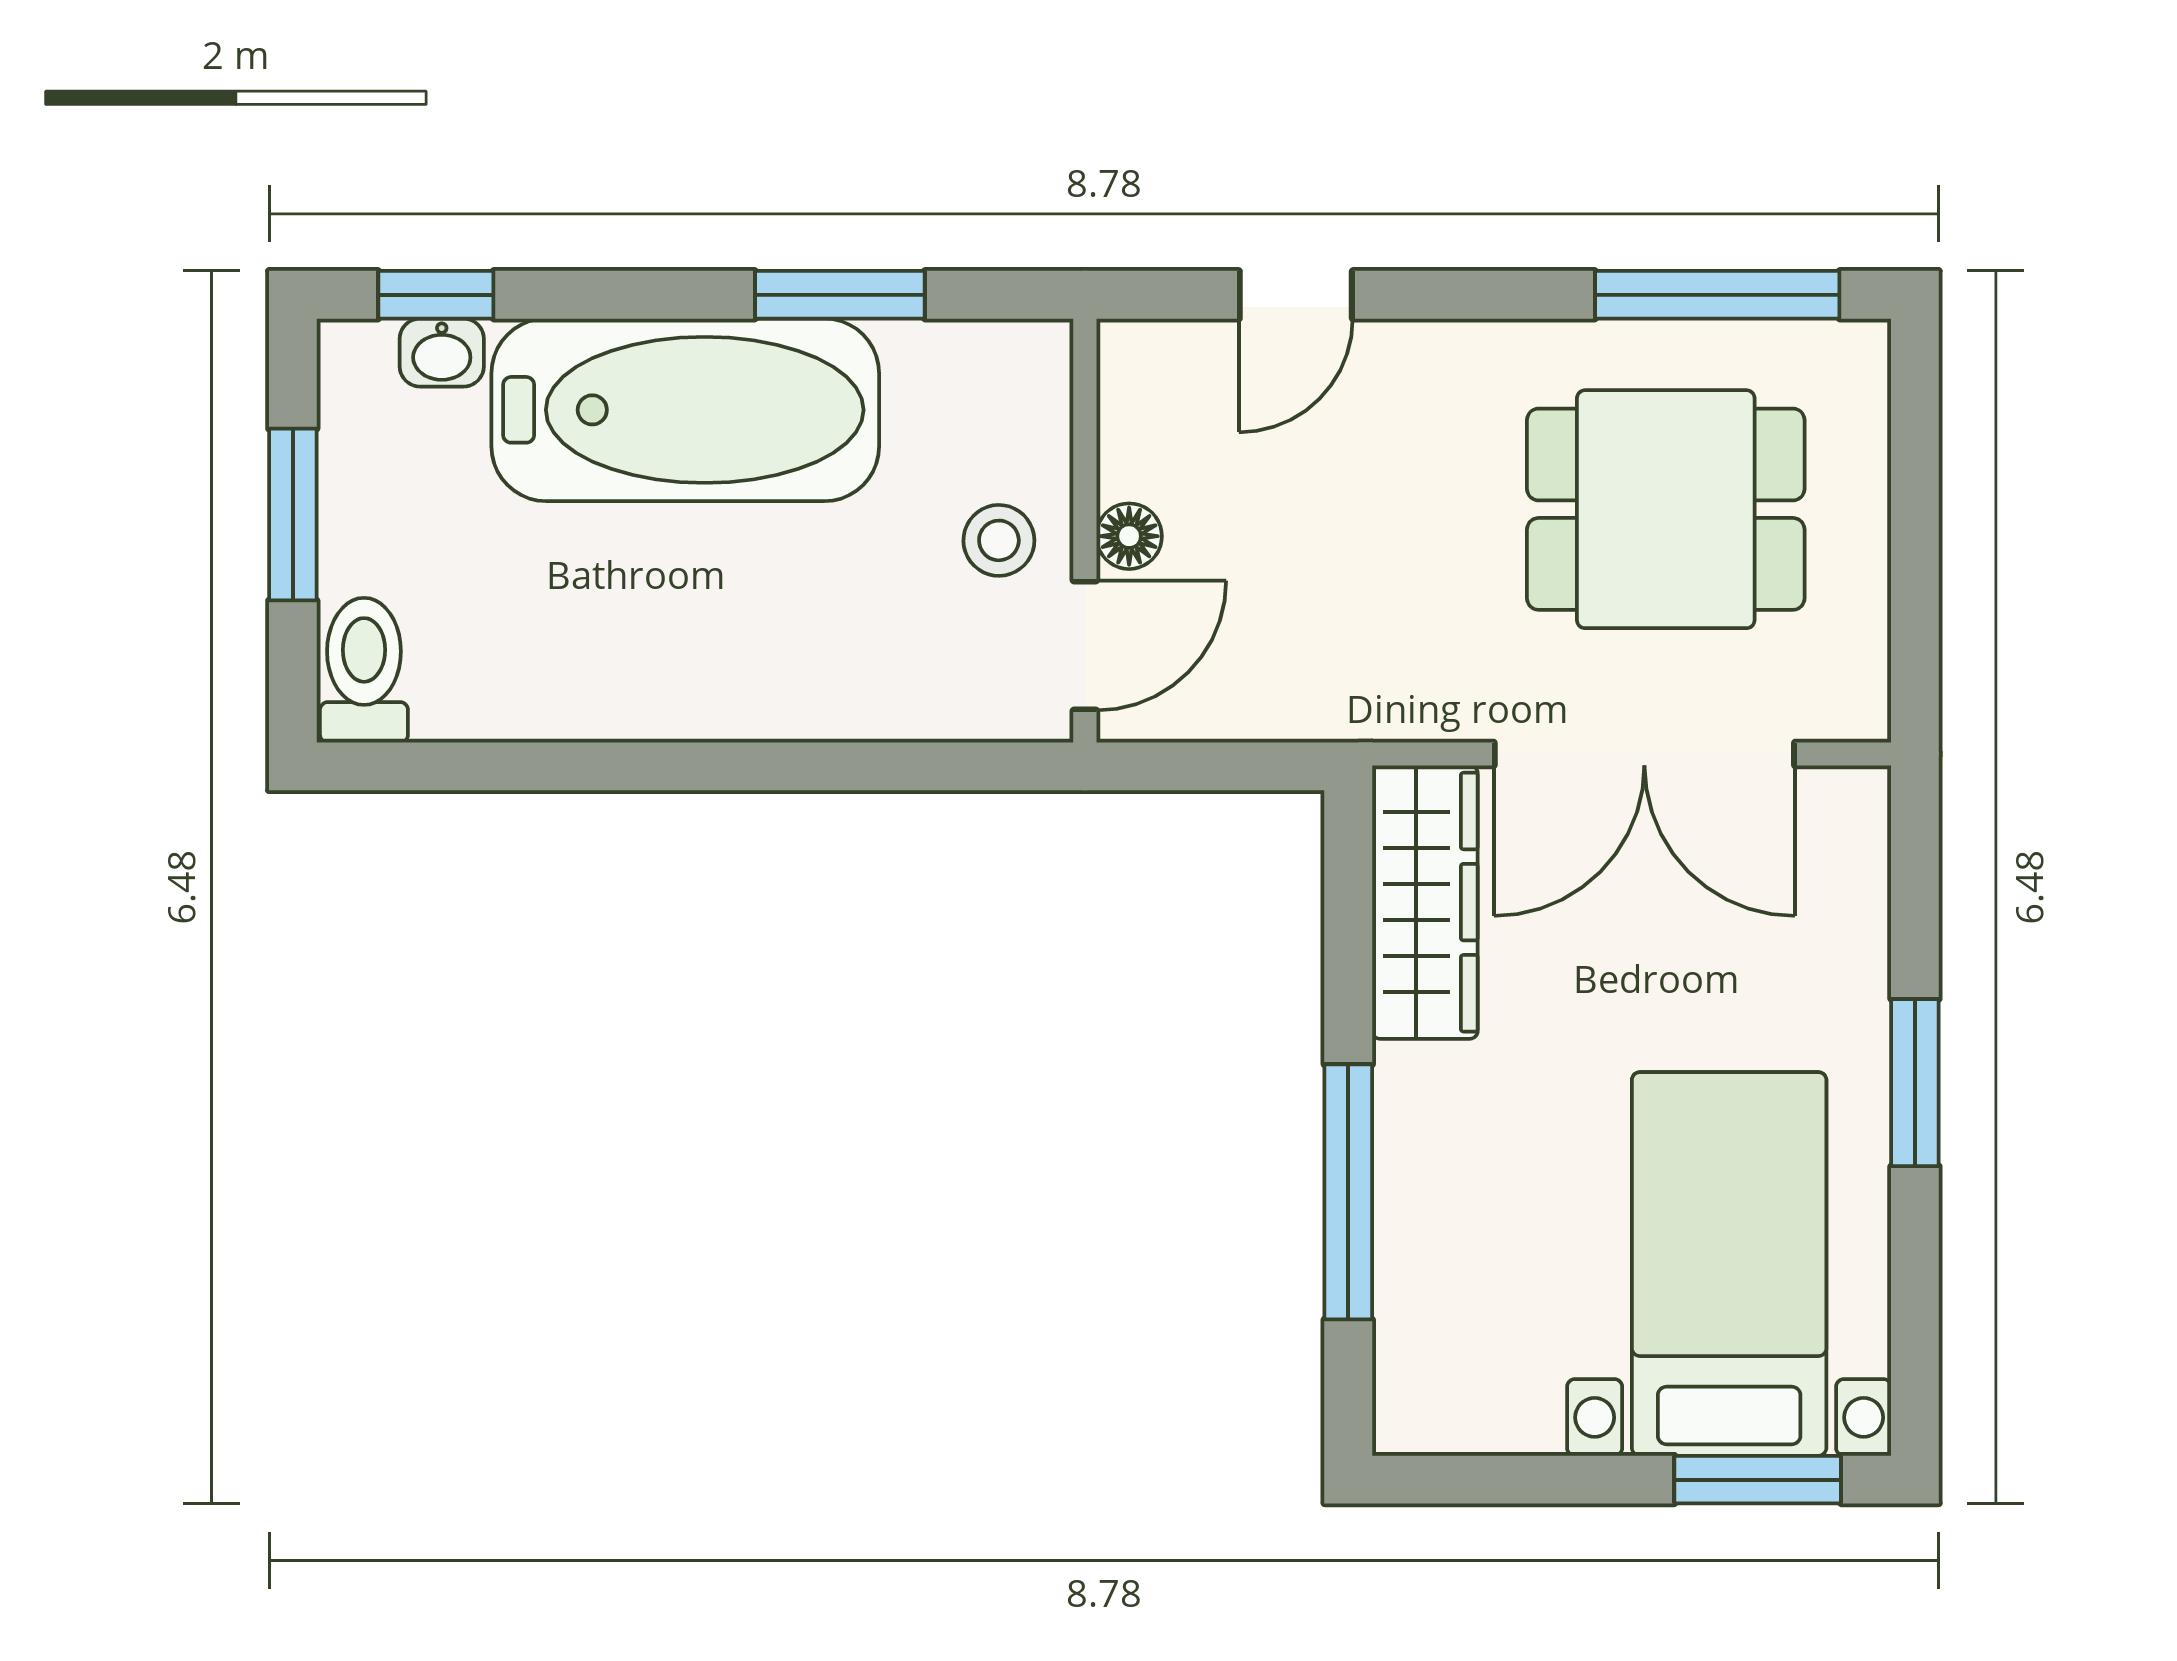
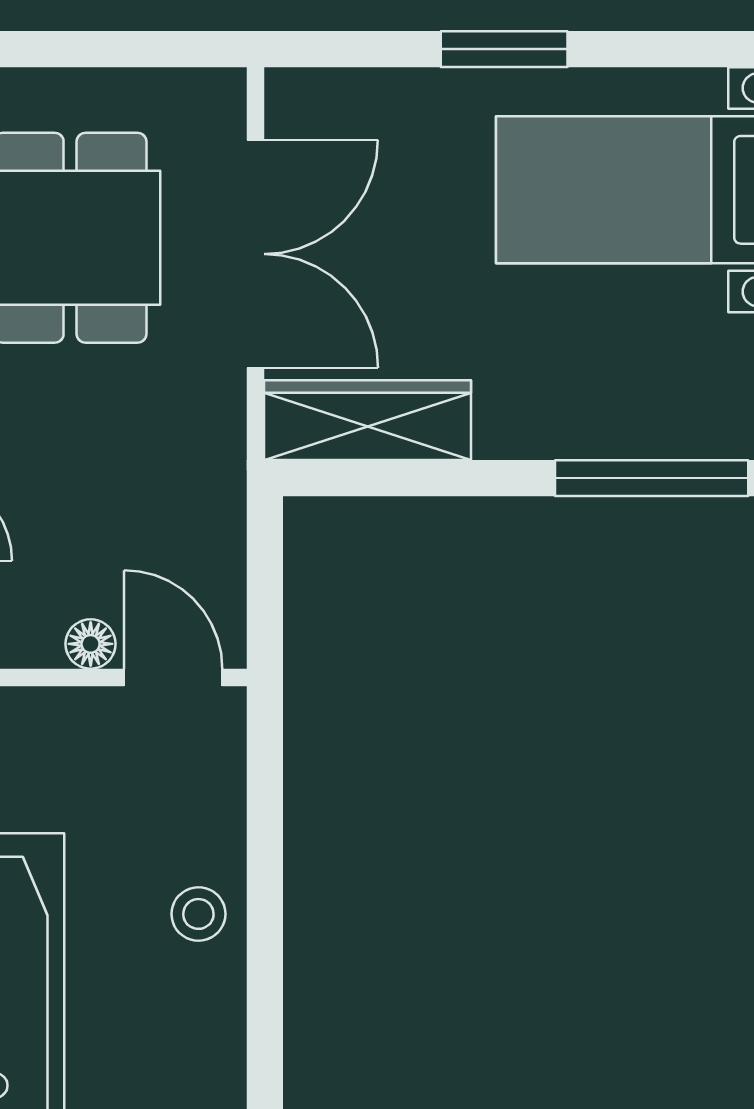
stool: (999, 540) -> (198, 914), moved
window: (1348, 1192) -> (652, 478), moved

